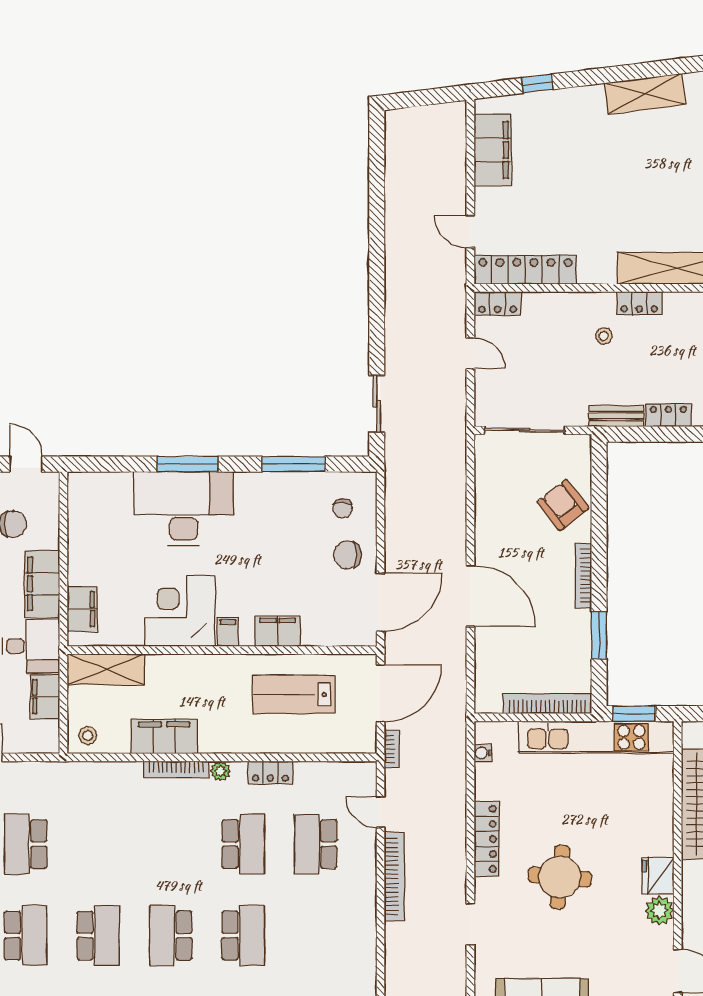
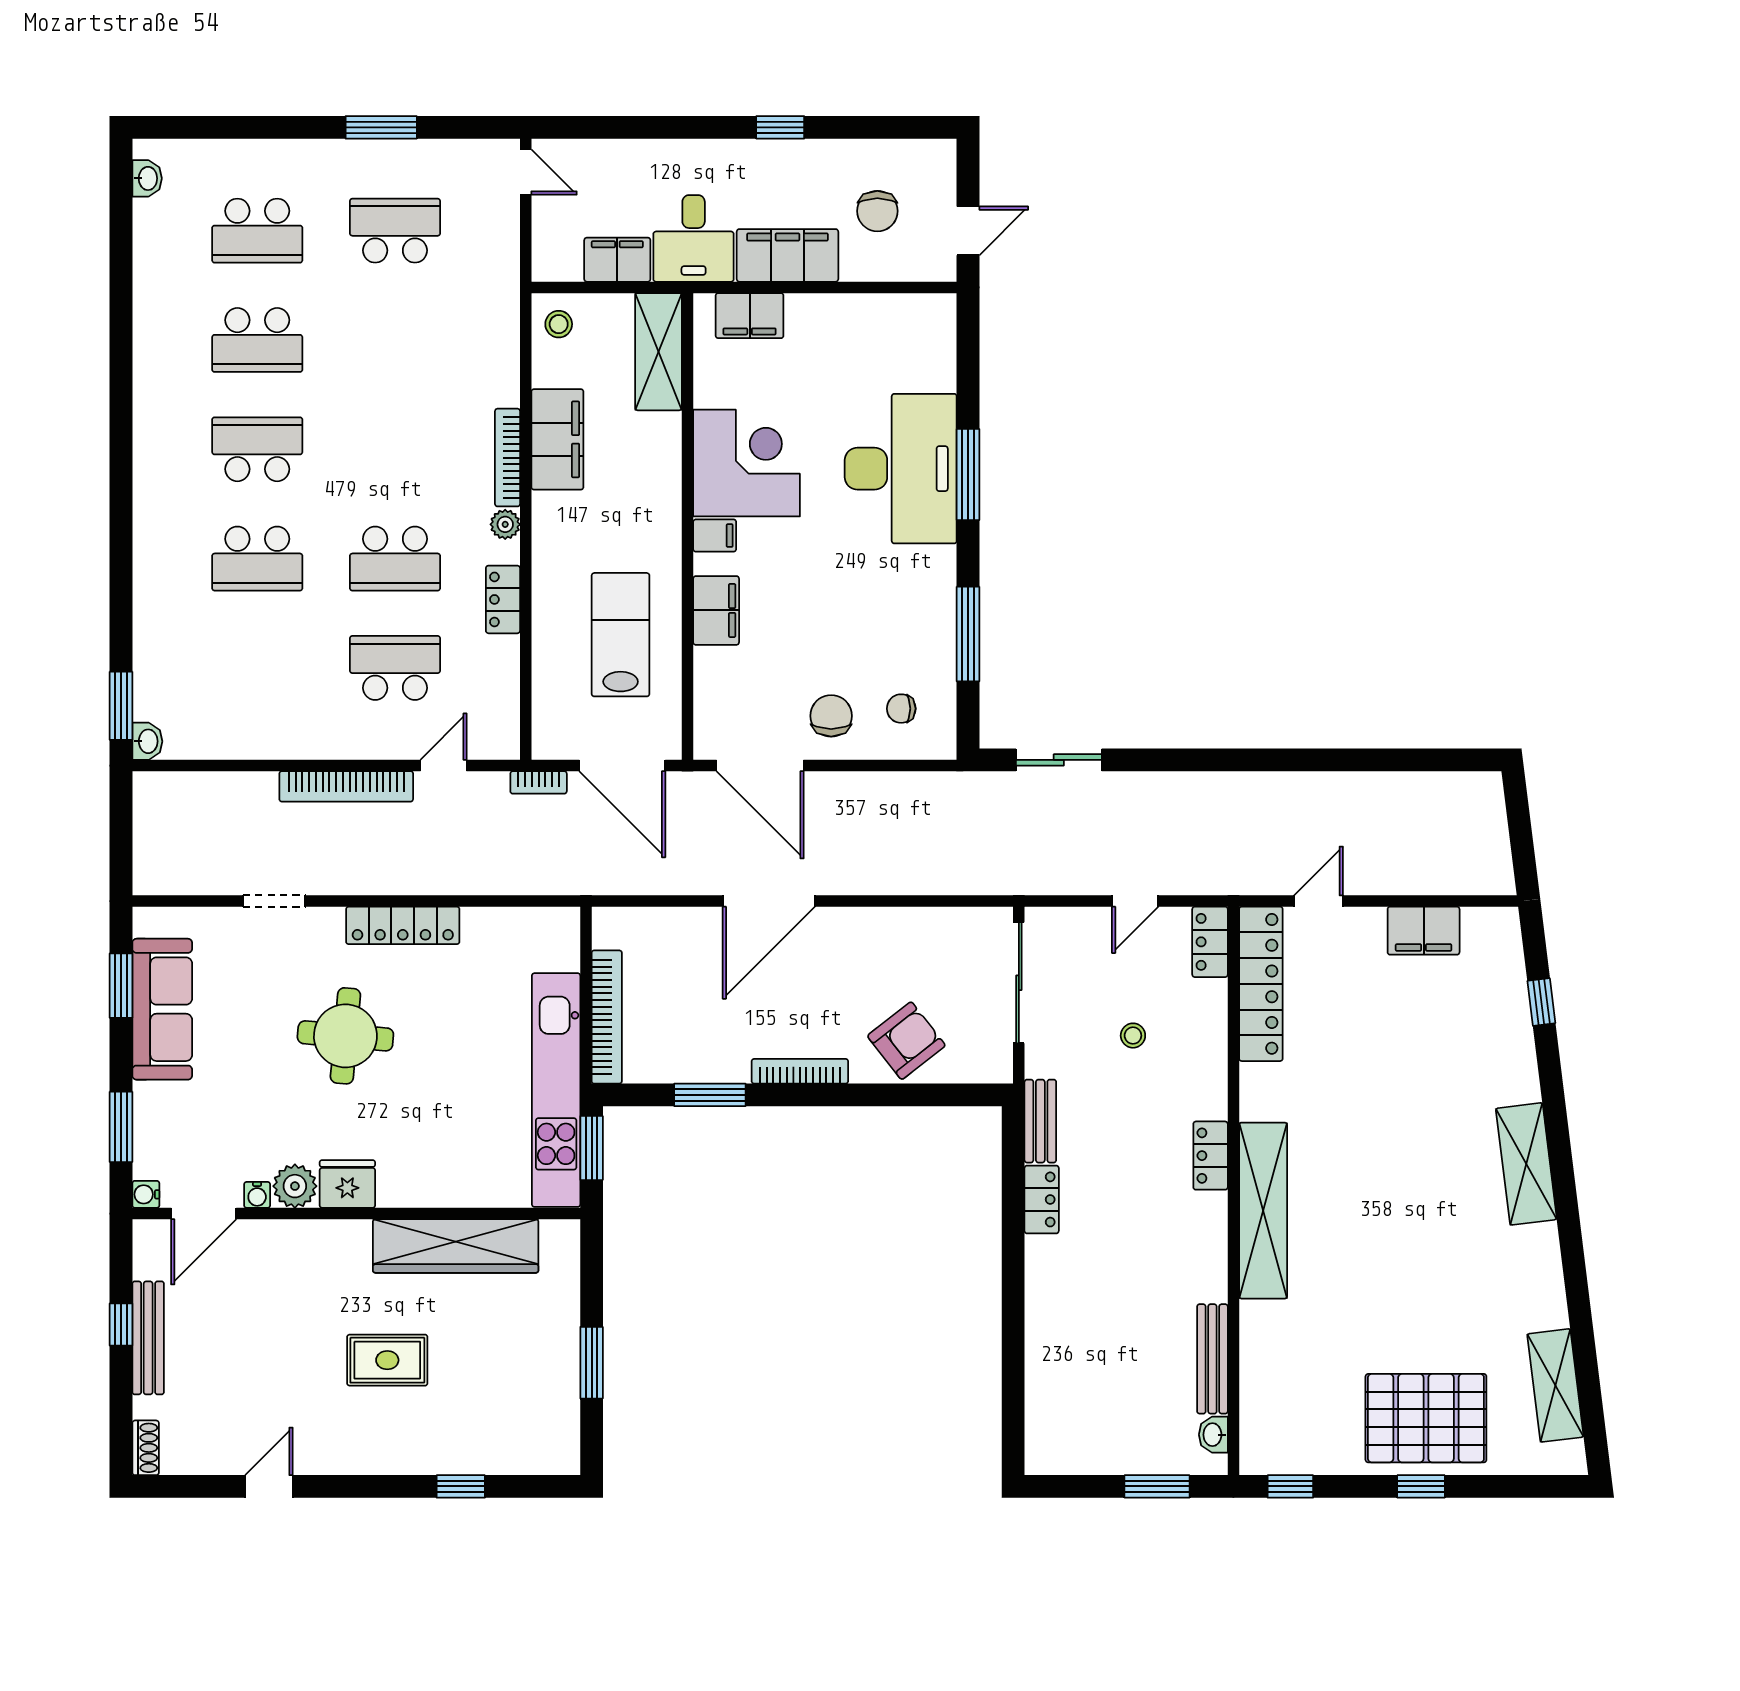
filing cabinet: (493, 150) -> (1424, 931), width x0.67, depth x0.86
stool: (604, 336) -> (1133, 1036), moved
water cooler: (483, 753) -> (257, 1195), moved, turned 180

